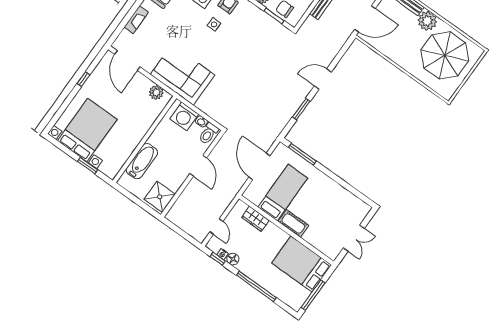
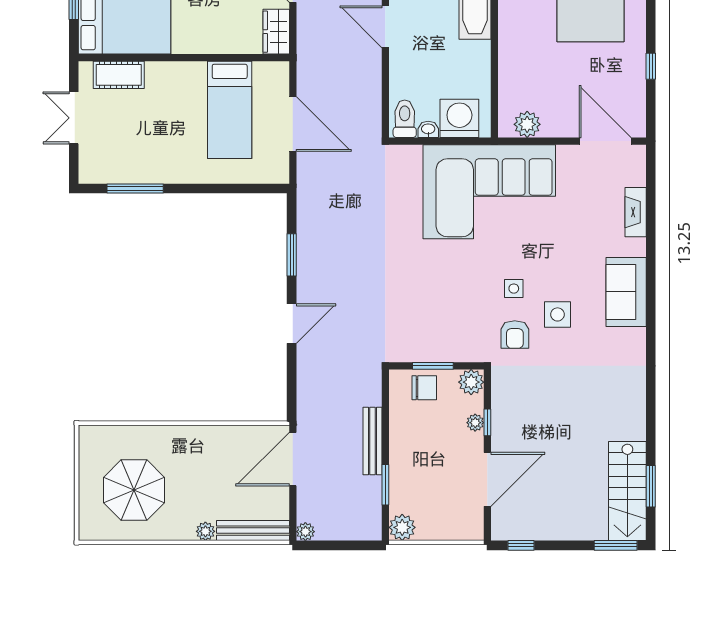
plant: (427, 21) -> (205, 531), width x0.53, depth x0.53
parasol: (445, 55) -> (134, 490), width x0.73, depth x0.73
corner sofa: (183, 75) -> (489, 192), width x1.36, depth x1.36
window: (302, 154) -> (135, 189), moved
door: (198, 166) -> (385, 27), moved
wardrobe: (255, 219) -> (276, 32), moved, turned -90
cot: (293, 223) -> (119, 75), moved

